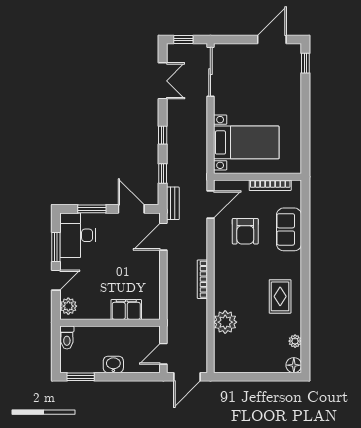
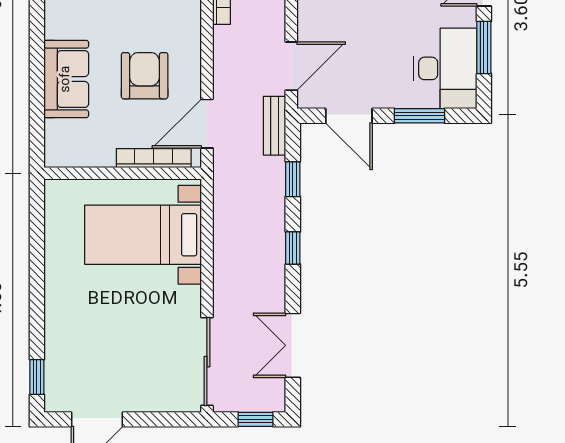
bookcase: (270, 185) -> (154, 158), moved

